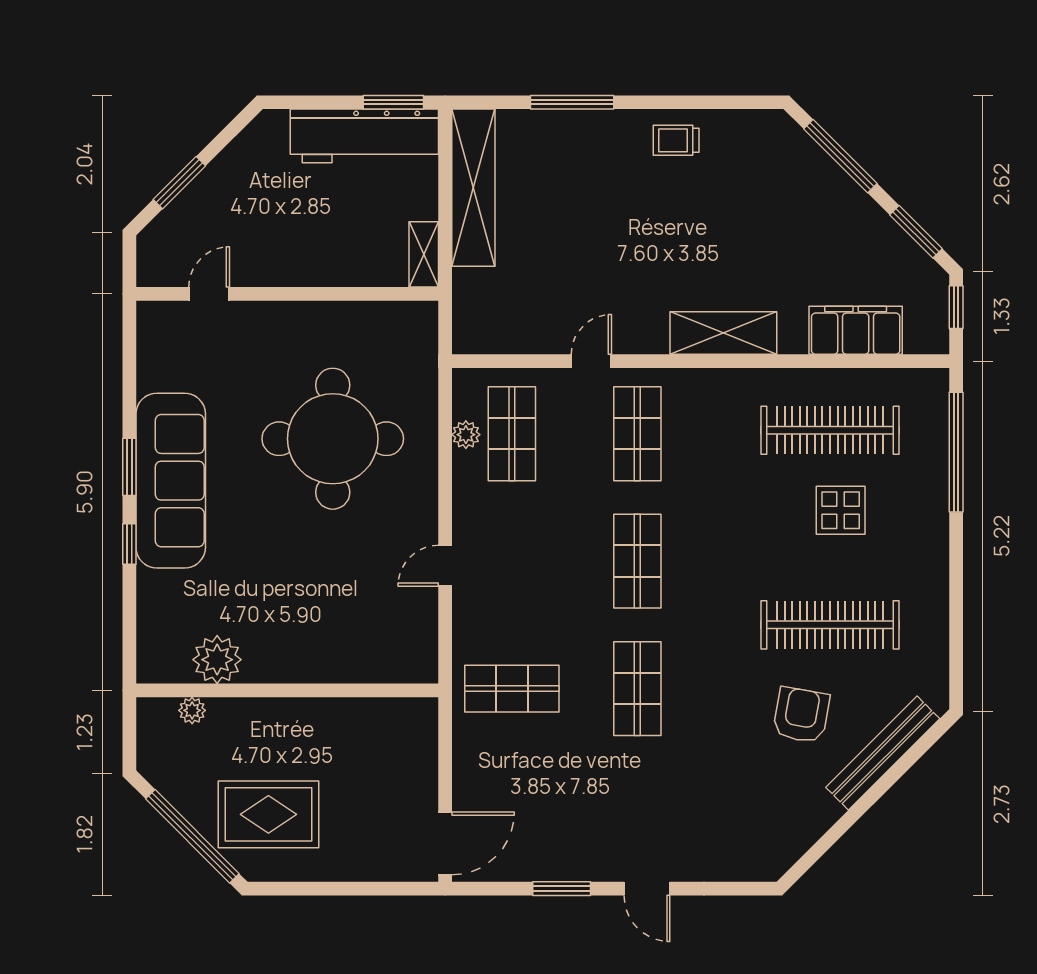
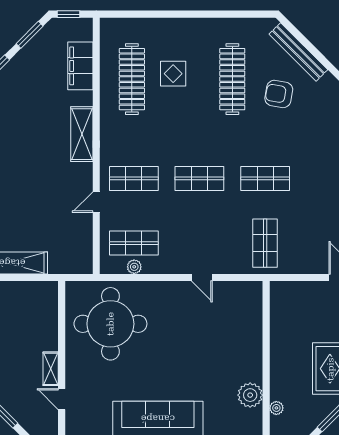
shelving: (424, 254) -> (51, 369), moved, turned 90
door: (591, 361) -> (96, 202), hinge flipped
round table: (333, 439) -> (110, 324), moved
window: (956, 452) -> (143, 14), removed

